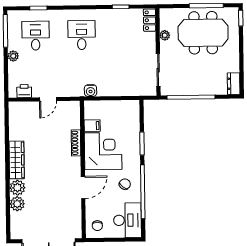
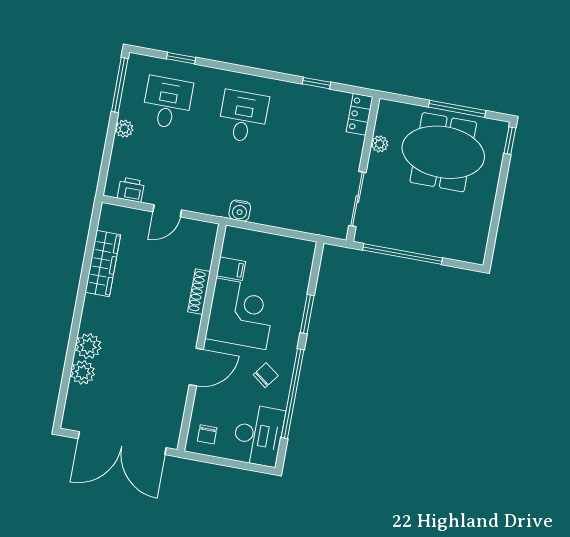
dresser: (234, 84) -> (477, 246), removed
wardrobe: (17, 160) -> (103, 264), moved

